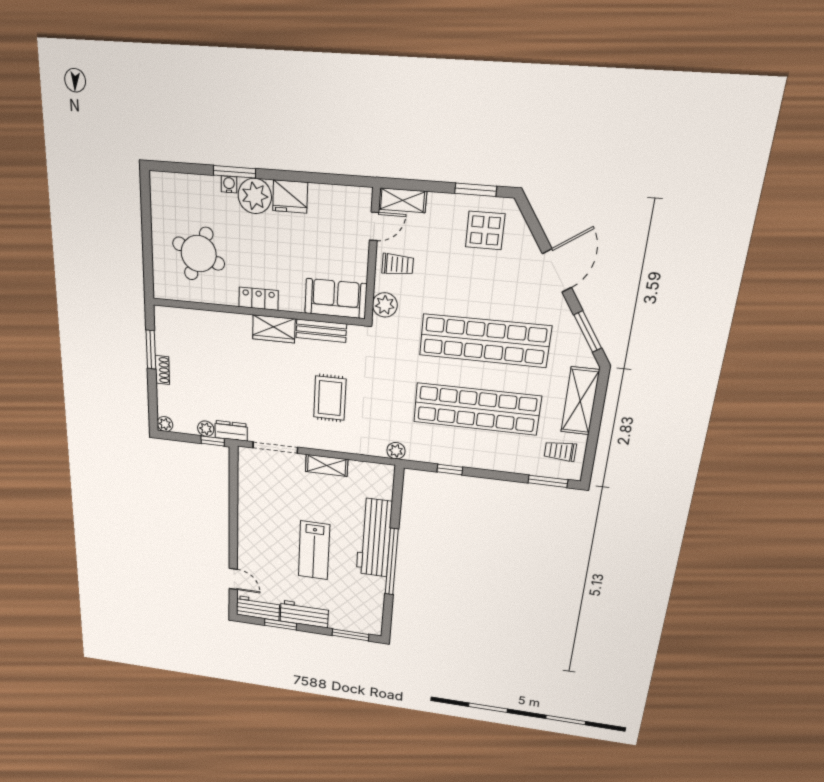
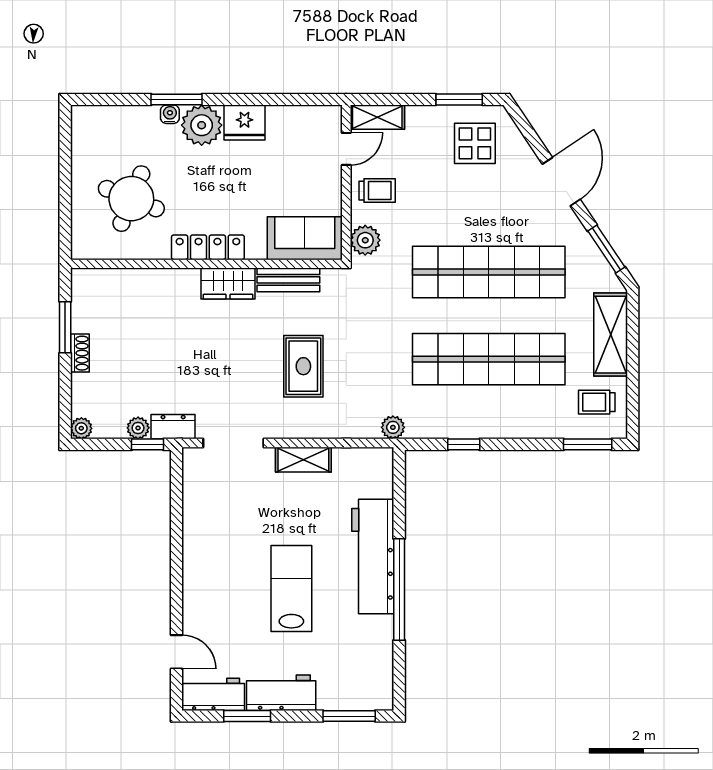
locker: (259, 299) -> (208, 247), width x1.53
lab bench: (314, 550) -> (291, 588), turned 180

